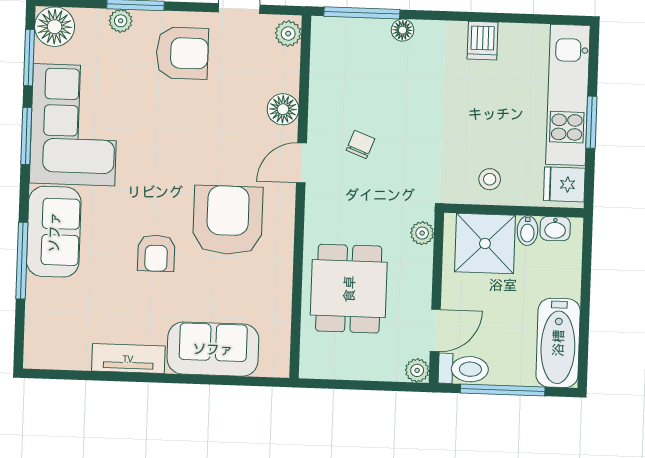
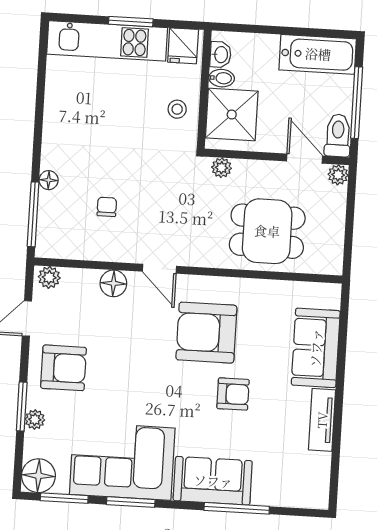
dishwasher: (483, 41) -> (59, 112), removed
armchair: (182, 53) -> (64, 368), turned 90
chair: (360, 145) -> (107, 207), moved, turned 69

